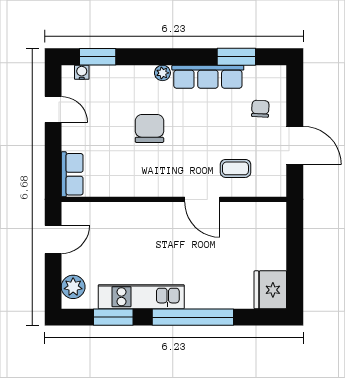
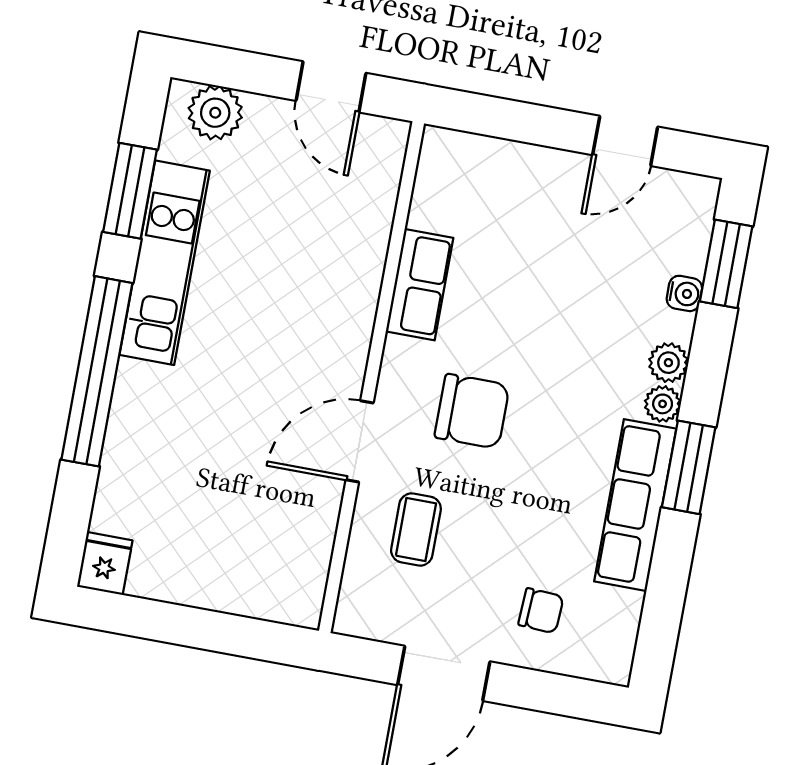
window: (236, 57) -> (689, 467), moved
water cooler: (82, 72) -> (684, 293), moved
plant: (144, 74) -> (668, 363), added
chair: (149, 128) -> (472, 411), moved
row of seats: (72, 174) -> (420, 285), moved, turned -90
fridge: (270, 290) -> (105, 563), width x0.53, depth x0.75

